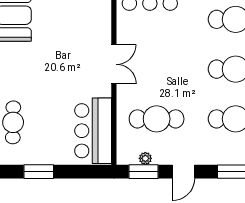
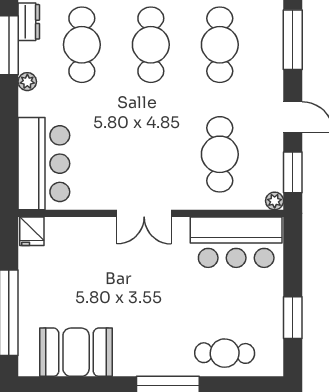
double door: (114, 64) -> (144, 213), swing flipped
plant: (145, 158) -> (275, 201), moved

